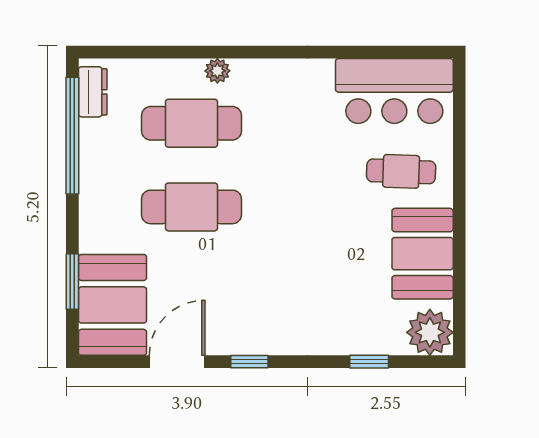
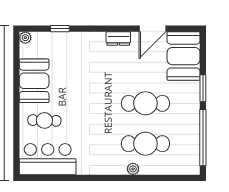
dresser: (93, 92) -> (118, 39), moved, turned -90
window: (72, 281) -> (203, 88), moved
plant: (430, 332) -> (25, 38), width x0.53, depth x0.53
window: (249, 362) -> (118, 29), removed

